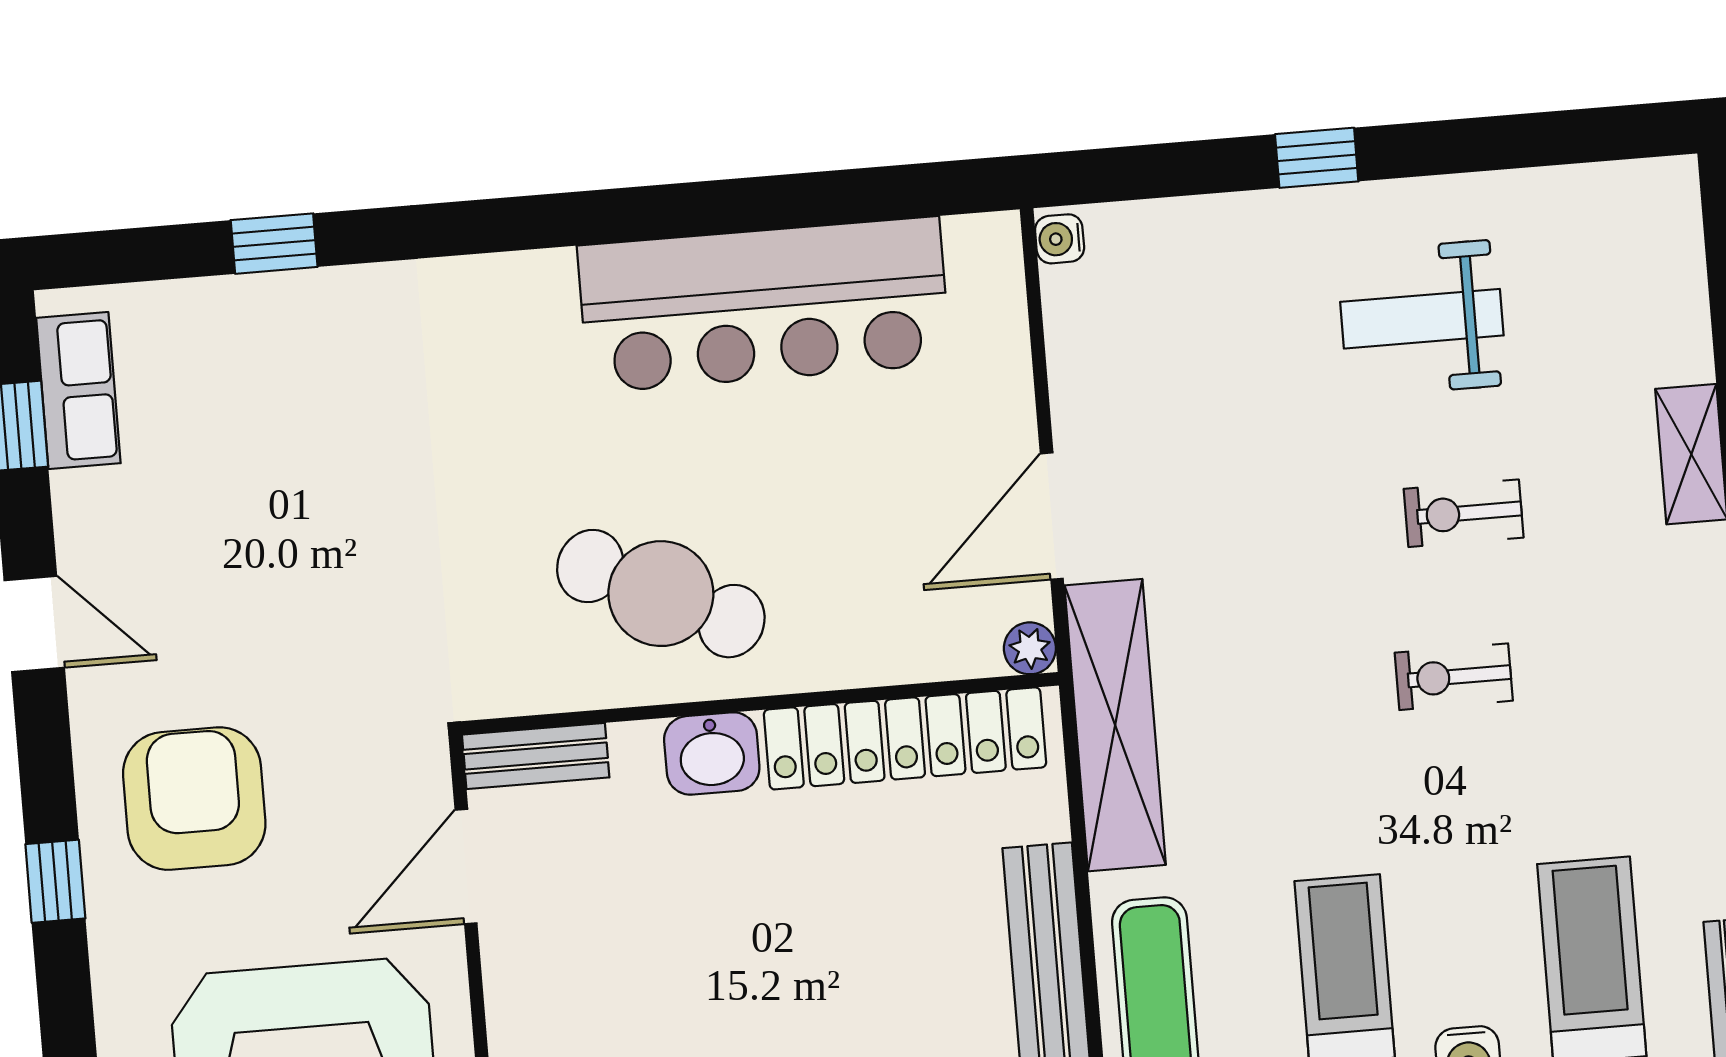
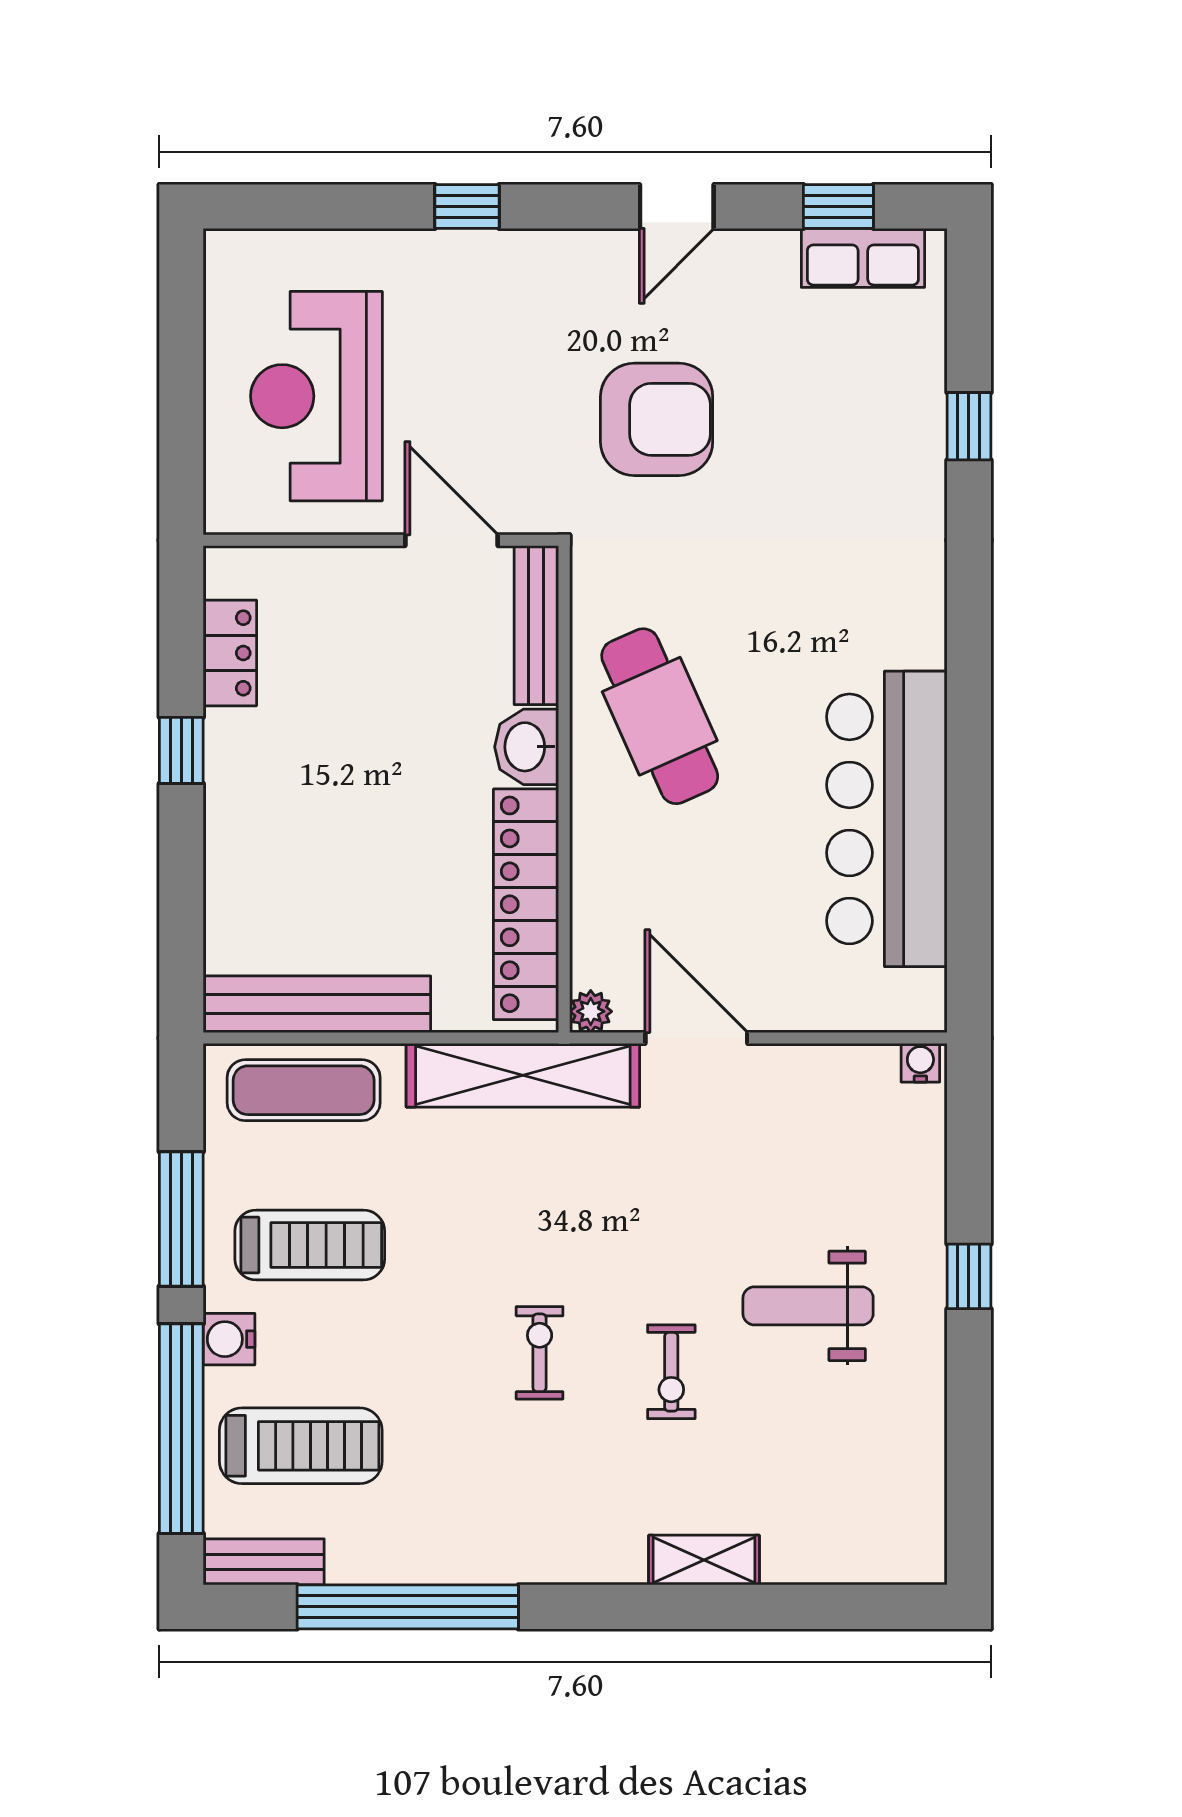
weight bench: (1422, 319) -> (808, 1306), moved, turned -90
exercise bike: (1464, 513) -> (671, 1372), turned 180
cafe table: (661, 594) -> (660, 716), turned -50
bench: (536, 756) -> (536, 625), width x1.36
armchair: (194, 799) -> (657, 419), moved

